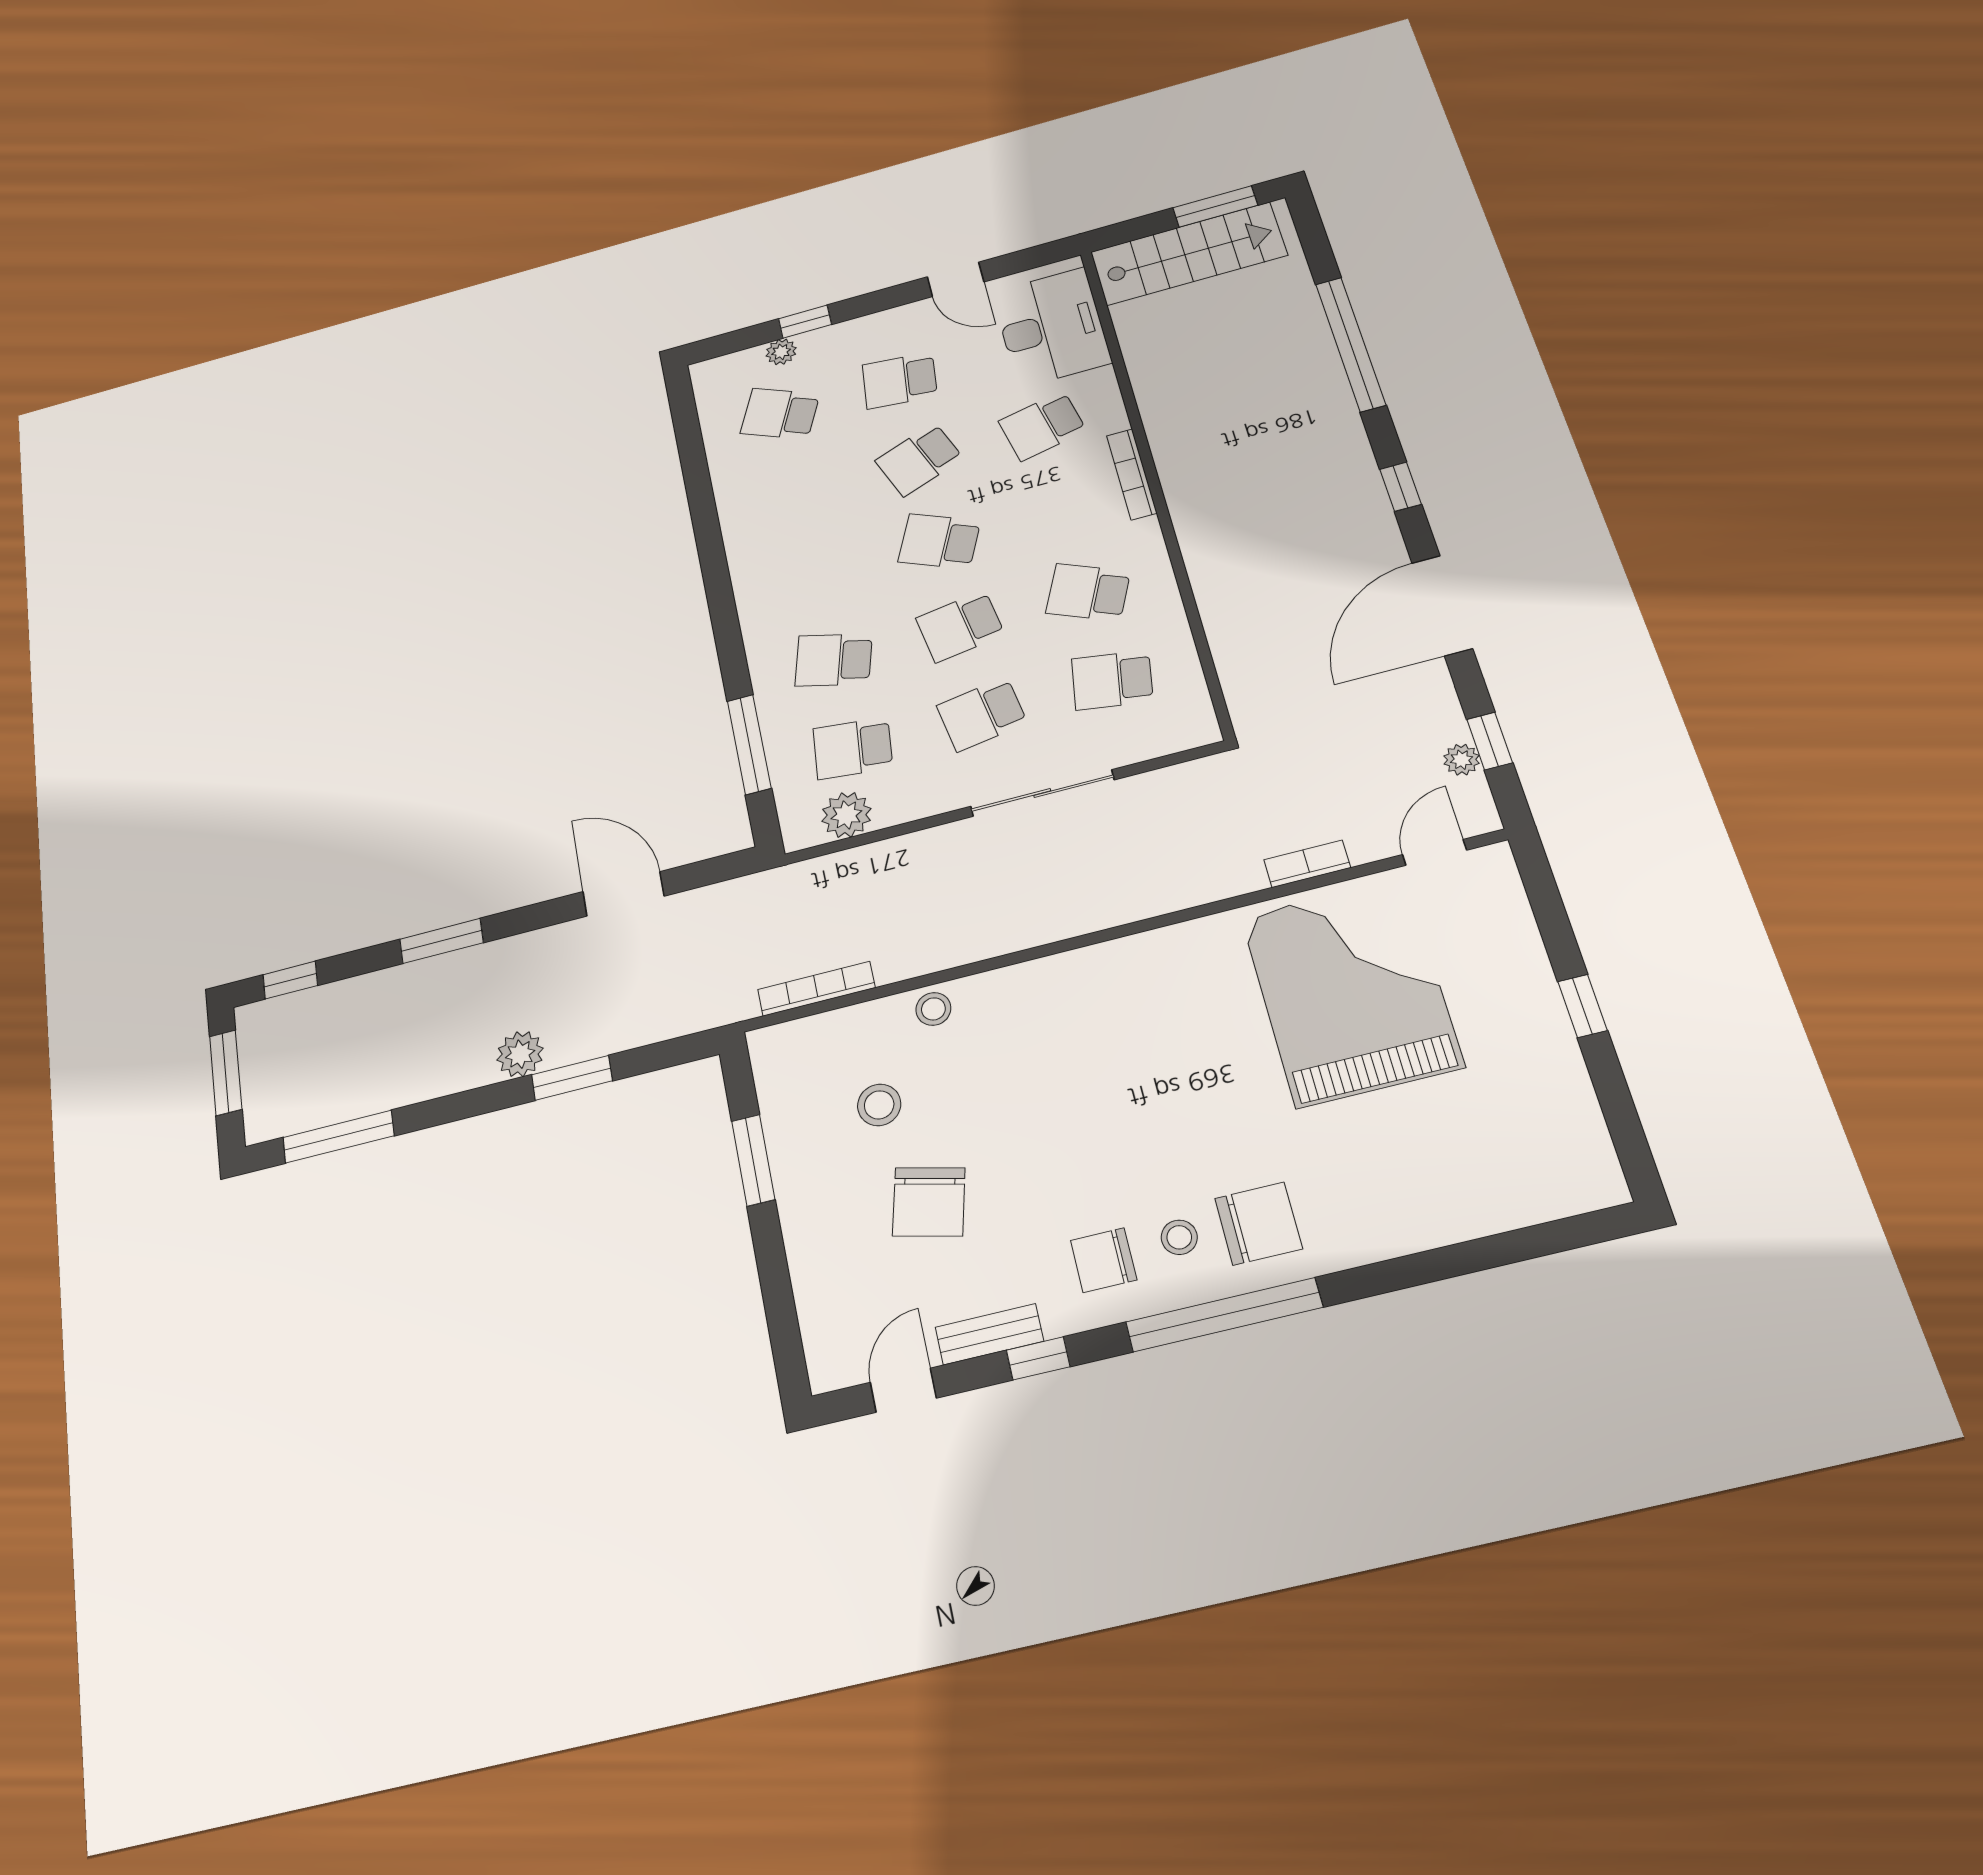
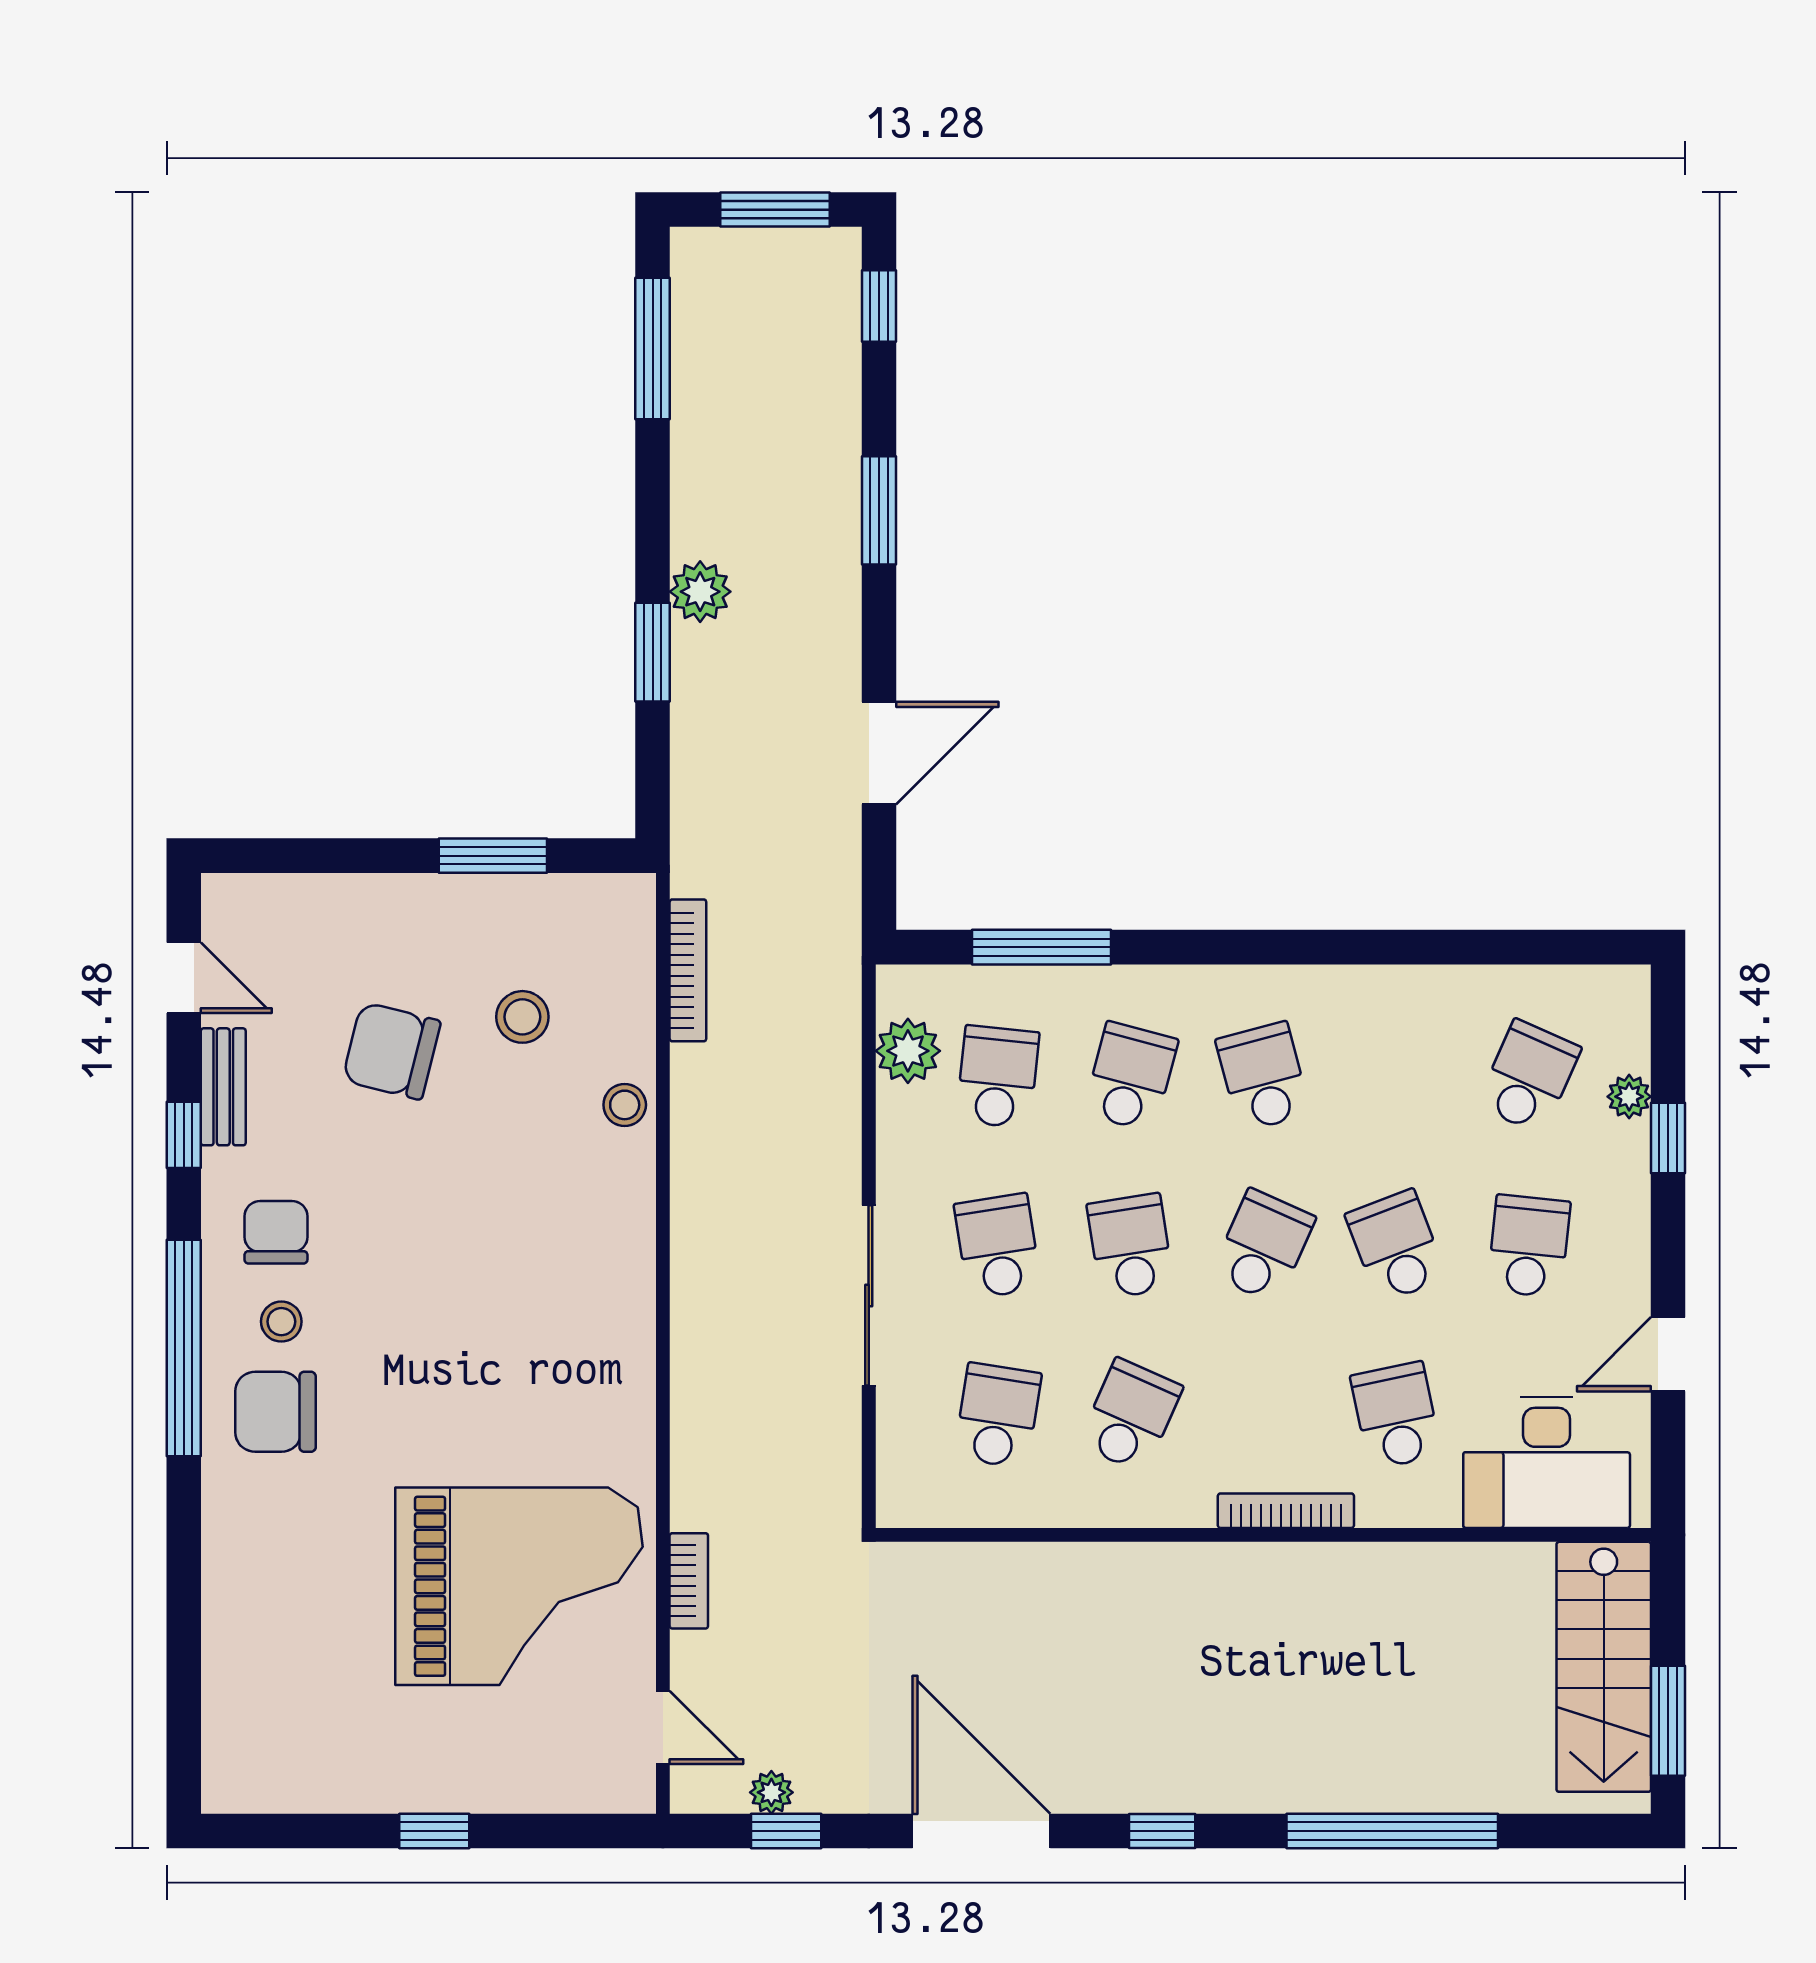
school desk: (815, 575) -> (1263, 1077), added
chair: (1259, 1224) -> (275, 1412), turned 90

